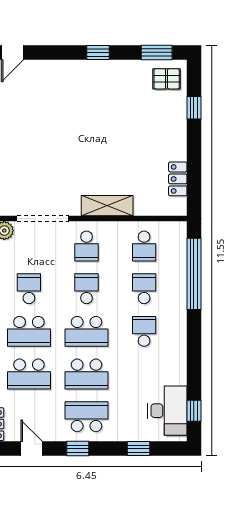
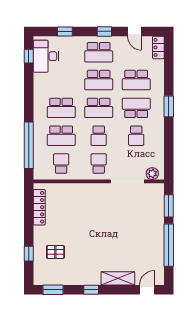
pallet: (167, 79) -> (55, 252), moved
locker: (178, 179) -> (39, 207), width x1.53
shelving: (107, 206) -> (118, 278), moved
school desk: (144, 289) -> (61, 136), width x1.85
school desk: (87, 331) -> (99, 108), turned 180
school desk: (144, 331) -> (61, 108), width x1.85
school desk: (29, 374) -> (136, 80), turned 180
school desk: (87, 374) -> (99, 80), turned 180

